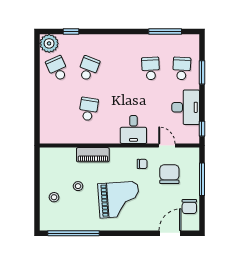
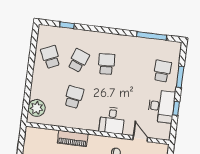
plant: (49, 43) -> (37, 108), moved
school desk: (151, 68) -> (106, 64), moved
window: (202, 129) -> (176, 108), moved

